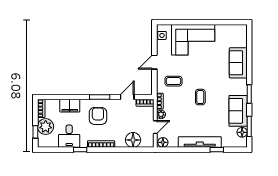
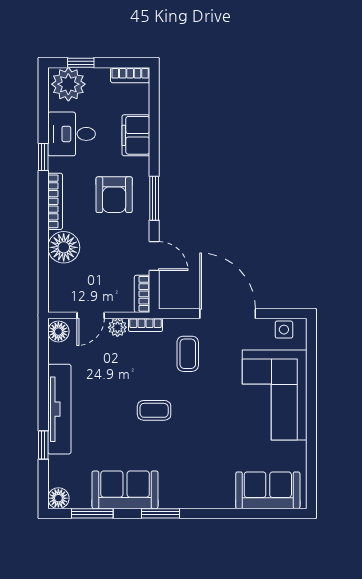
door: (154, 62) -> (228, 314), width x1.87
sofa: (238, 63) -> (268, 490), moved
armchair: (98, 116) -> (114, 195), turned 90
plant: (46, 127) -> (68, 84), moved
door: (155, 127) -> (91, 315), hinge flipped
floor lamp: (242, 132) -> (58, 498), moved
floor lamp: (133, 140) -> (64, 247), moved

